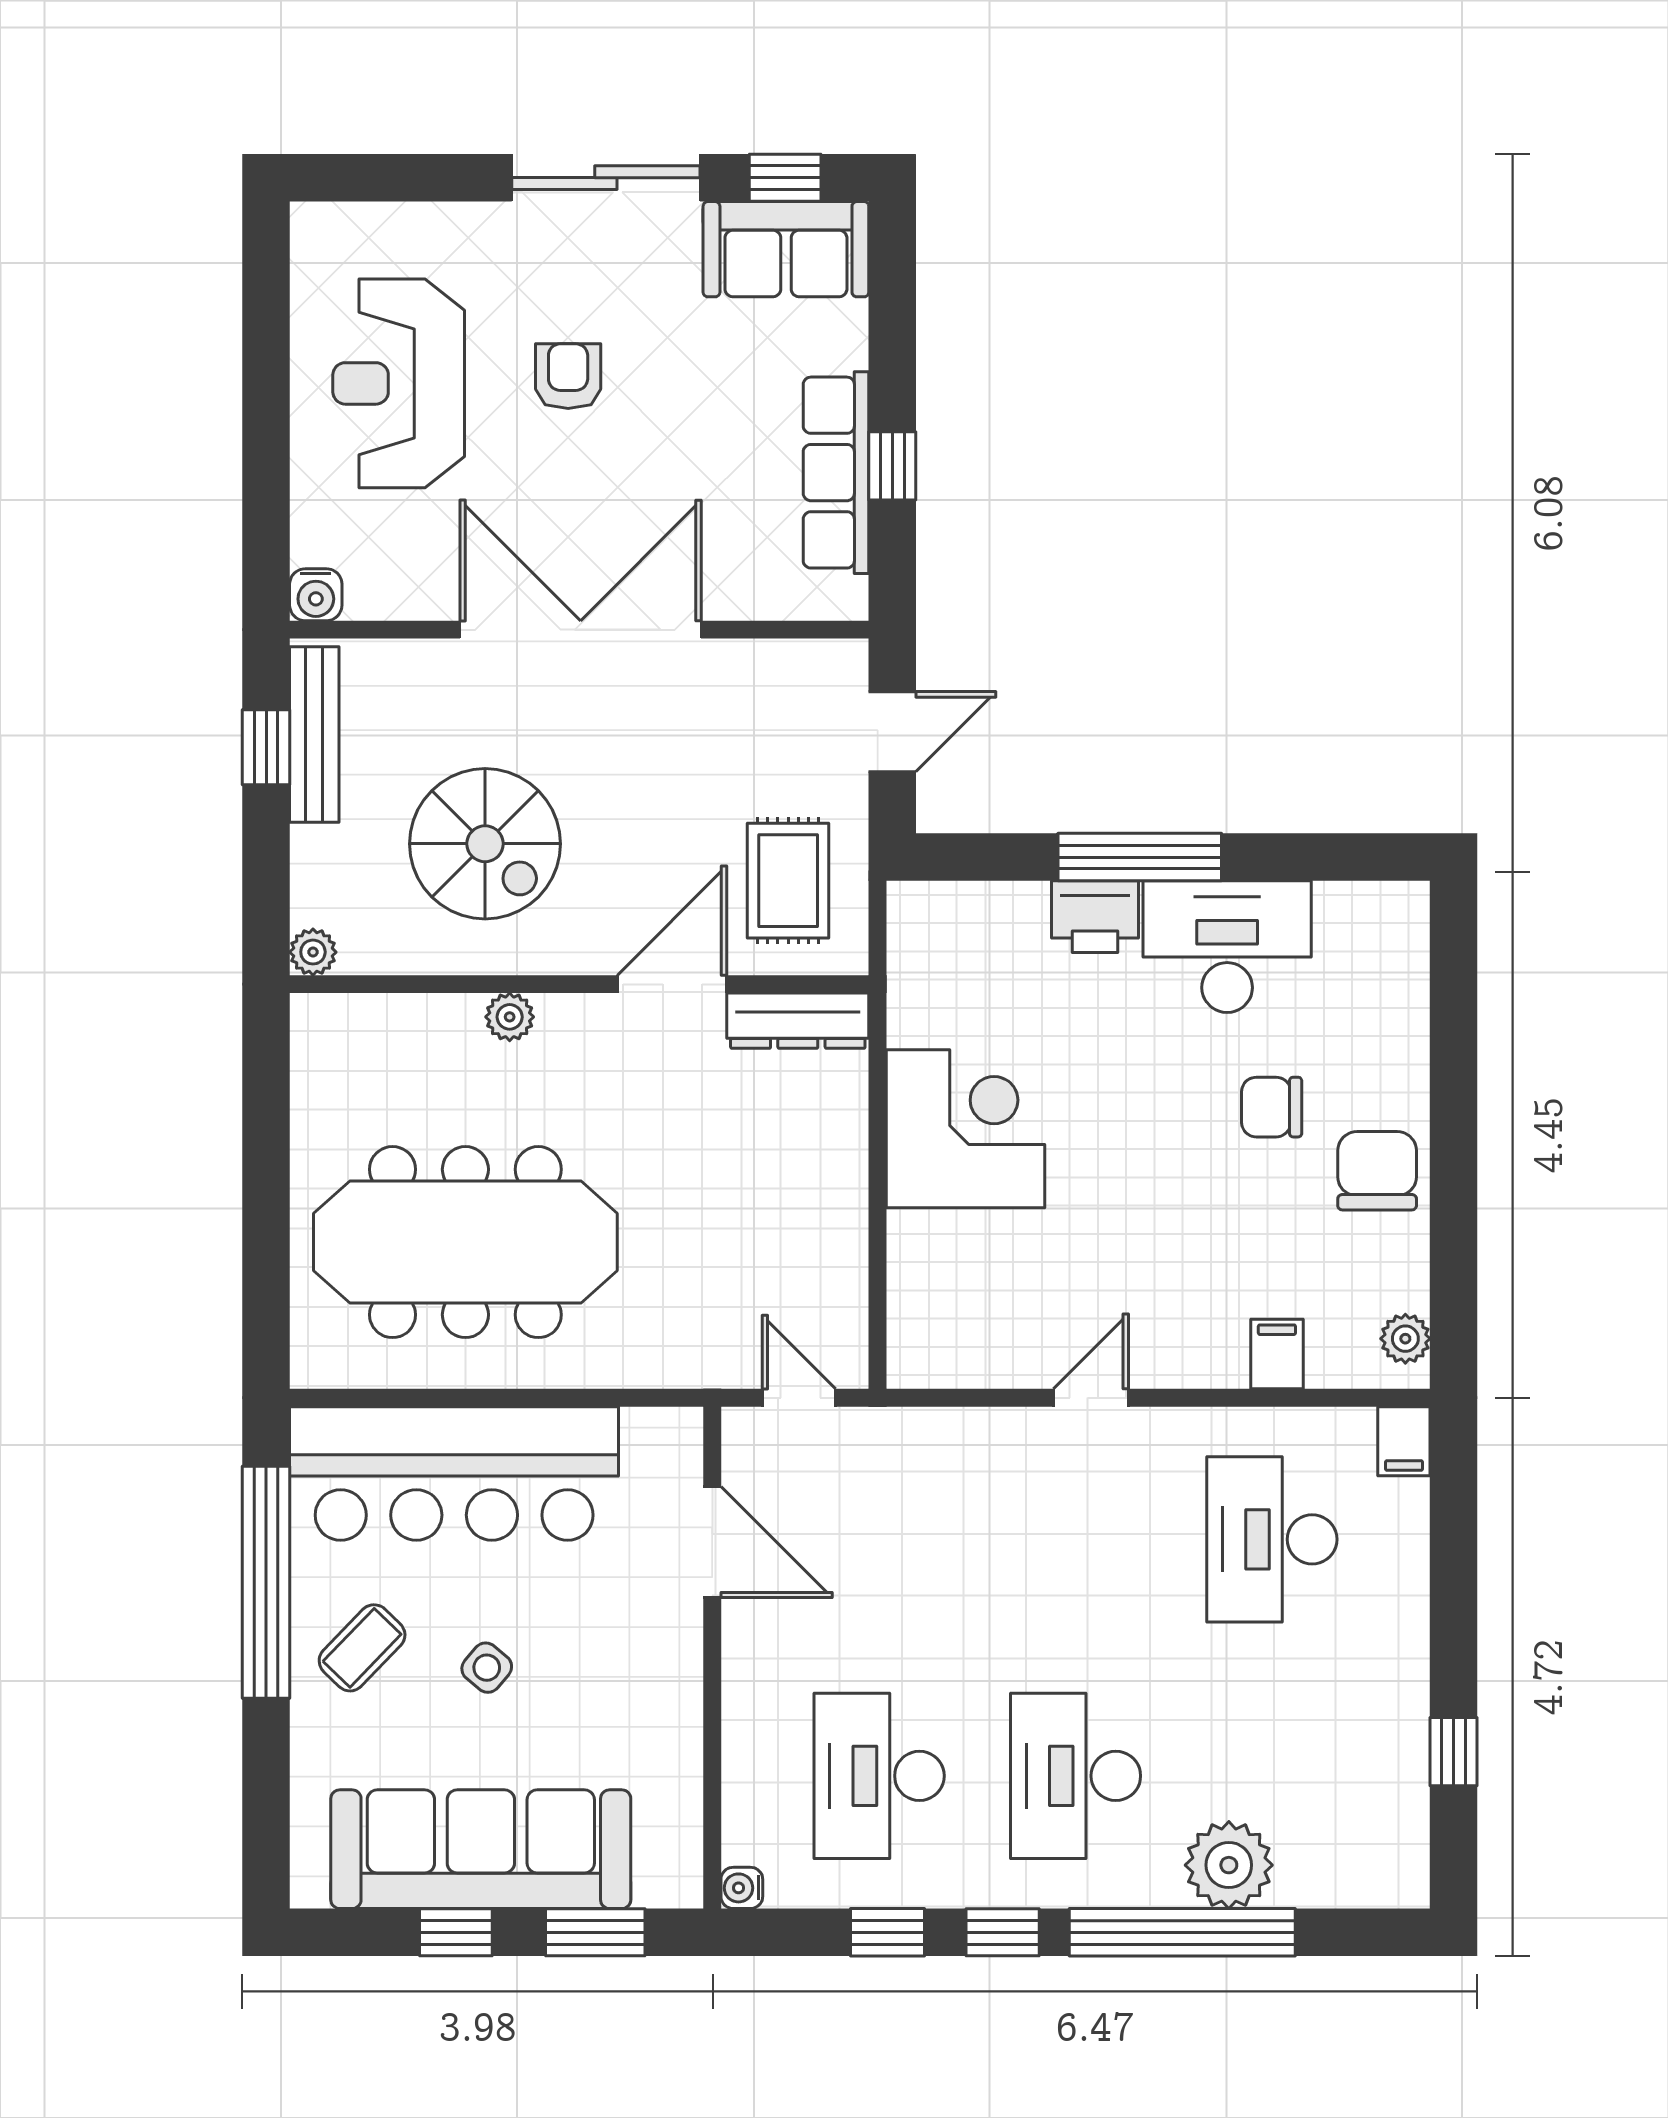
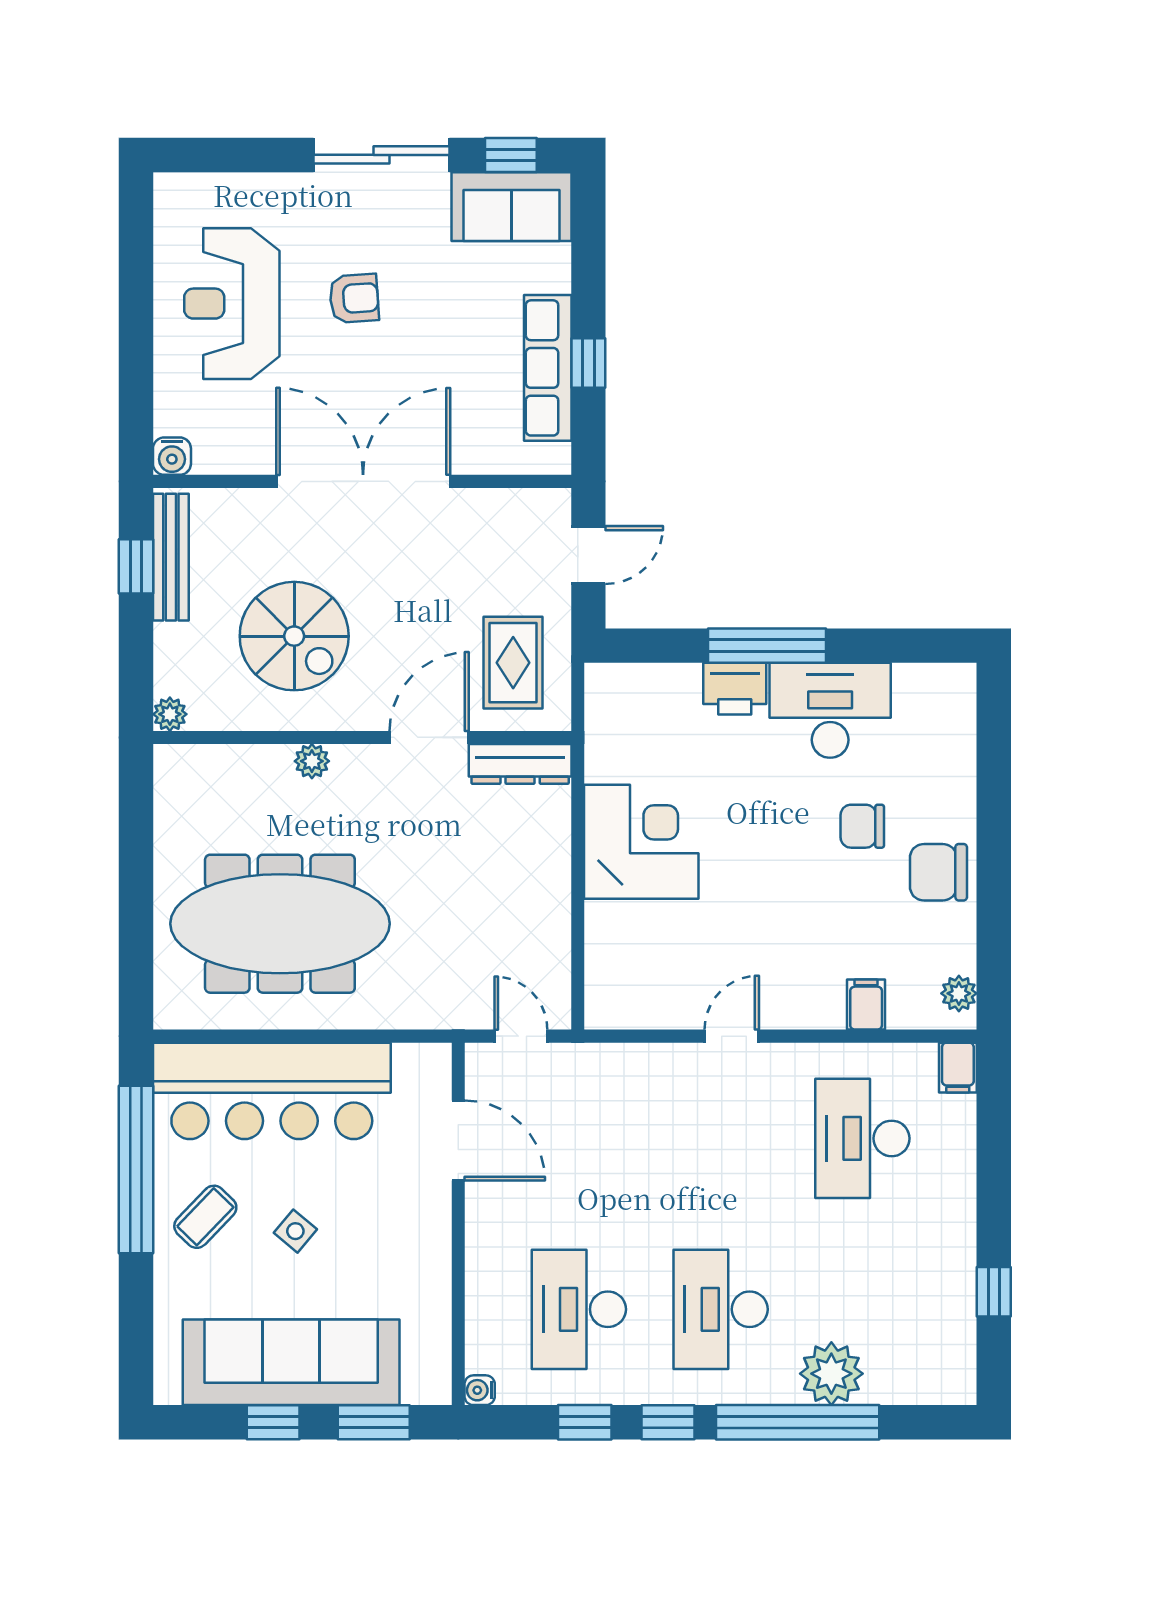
armchair: (568, 376) -> (354, 298), turned 86
chair: (1377, 1171) -> (938, 872), turned -90

